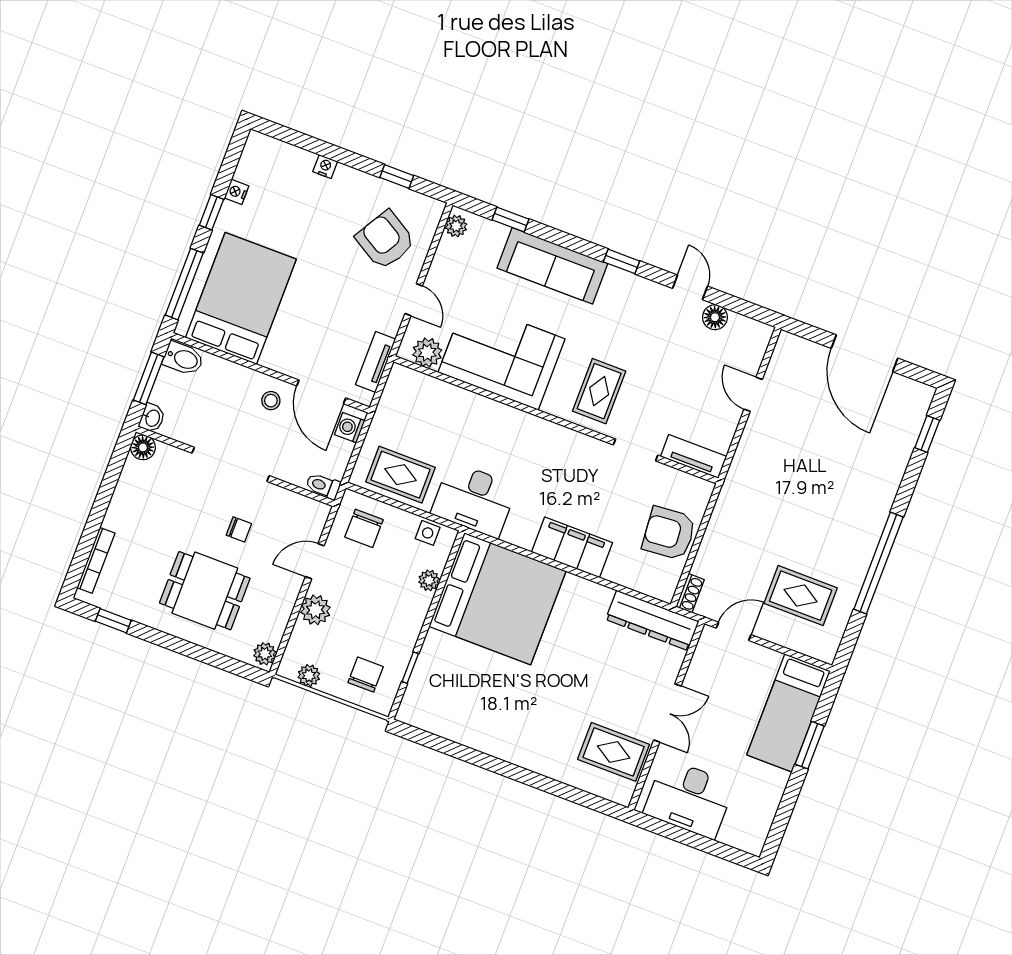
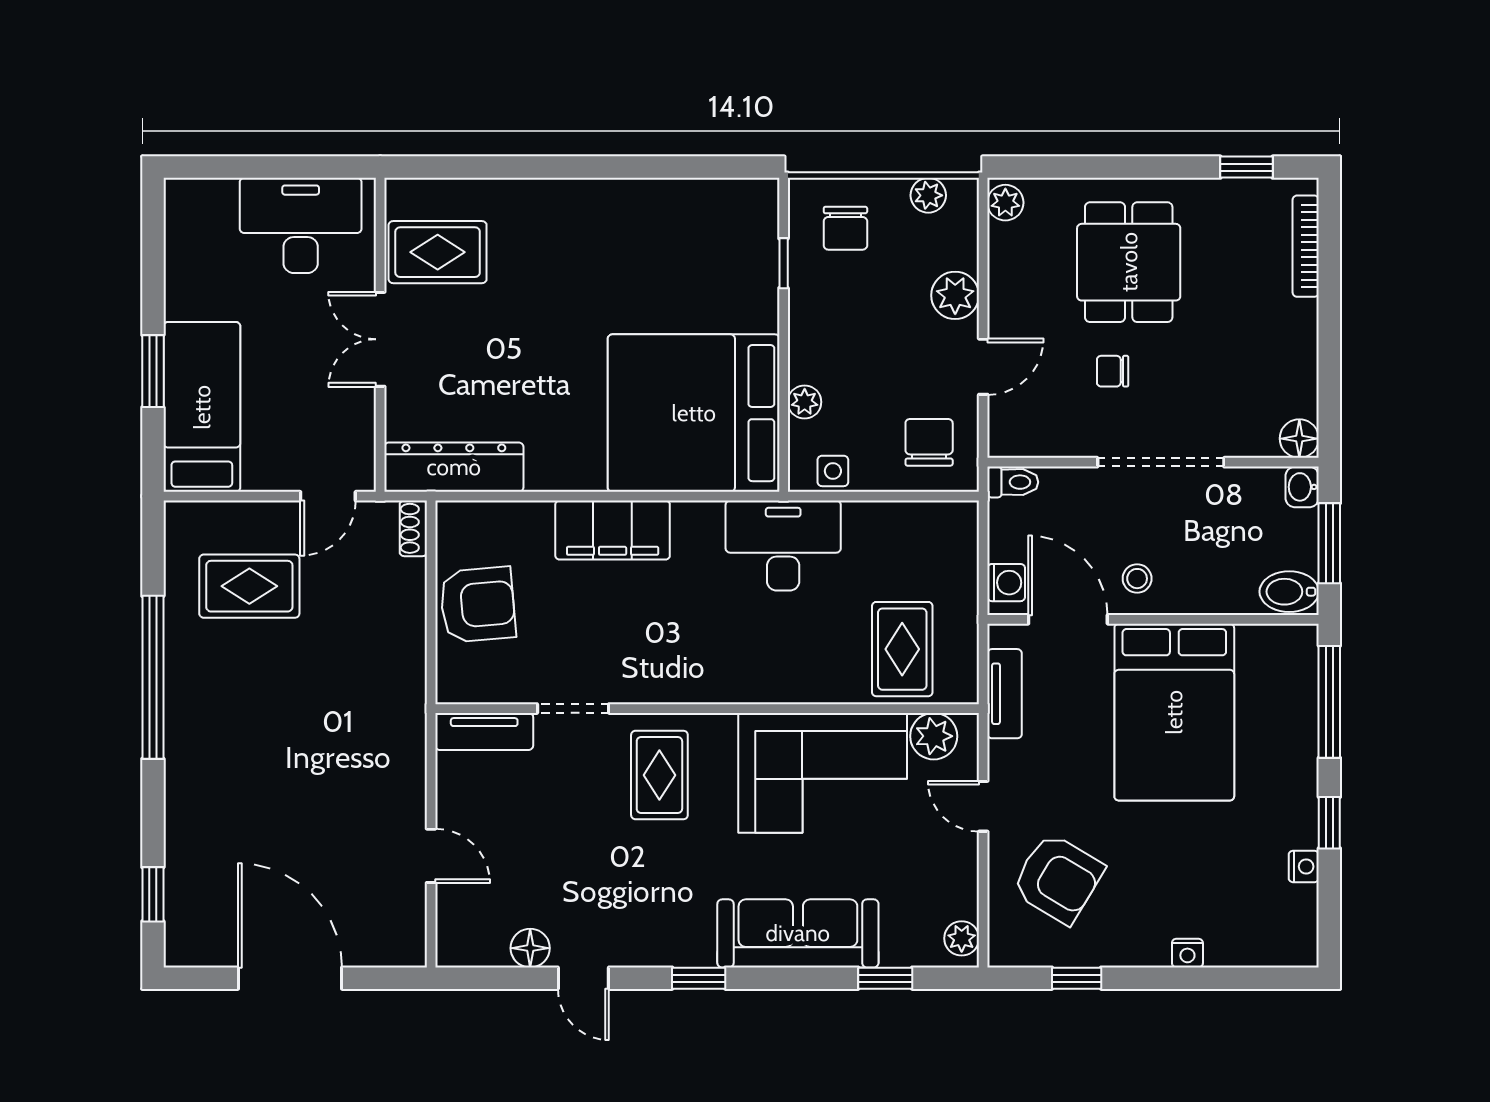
bed: (241, 298) -> (1174, 712), moved
rug: (400, 475) -> (902, 649), moved, turned 90
dining table: (205, 591) -> (1129, 262), turned 90

